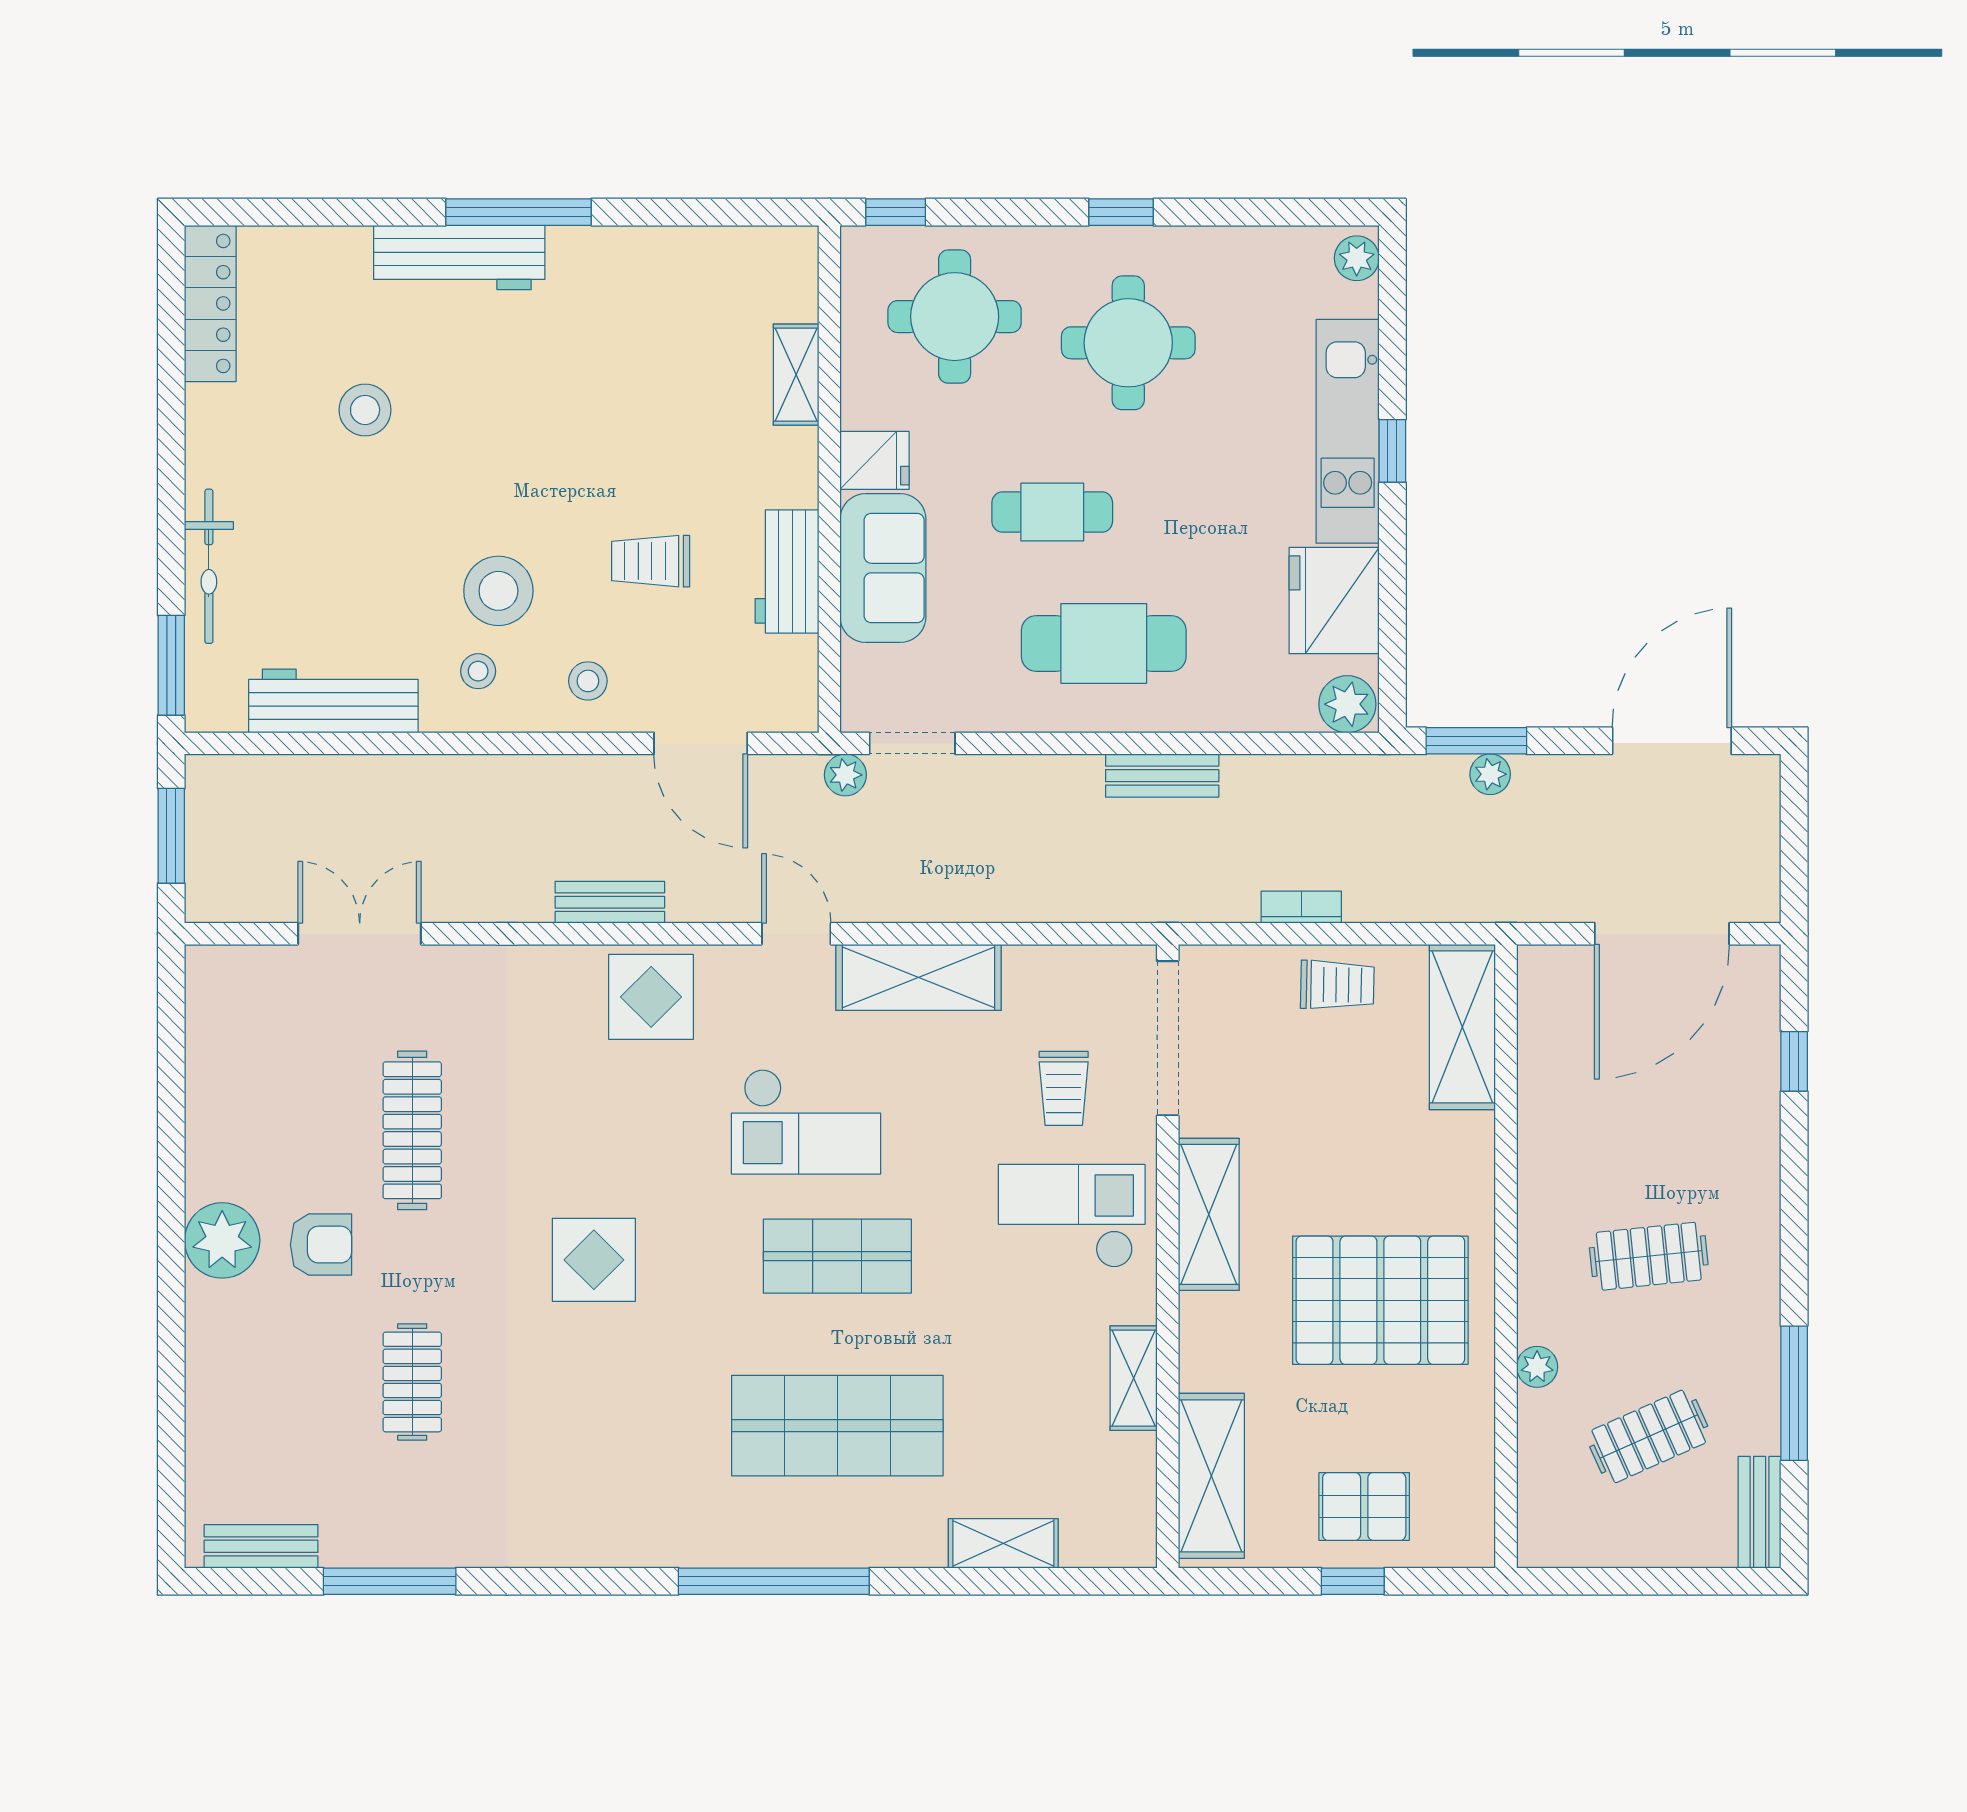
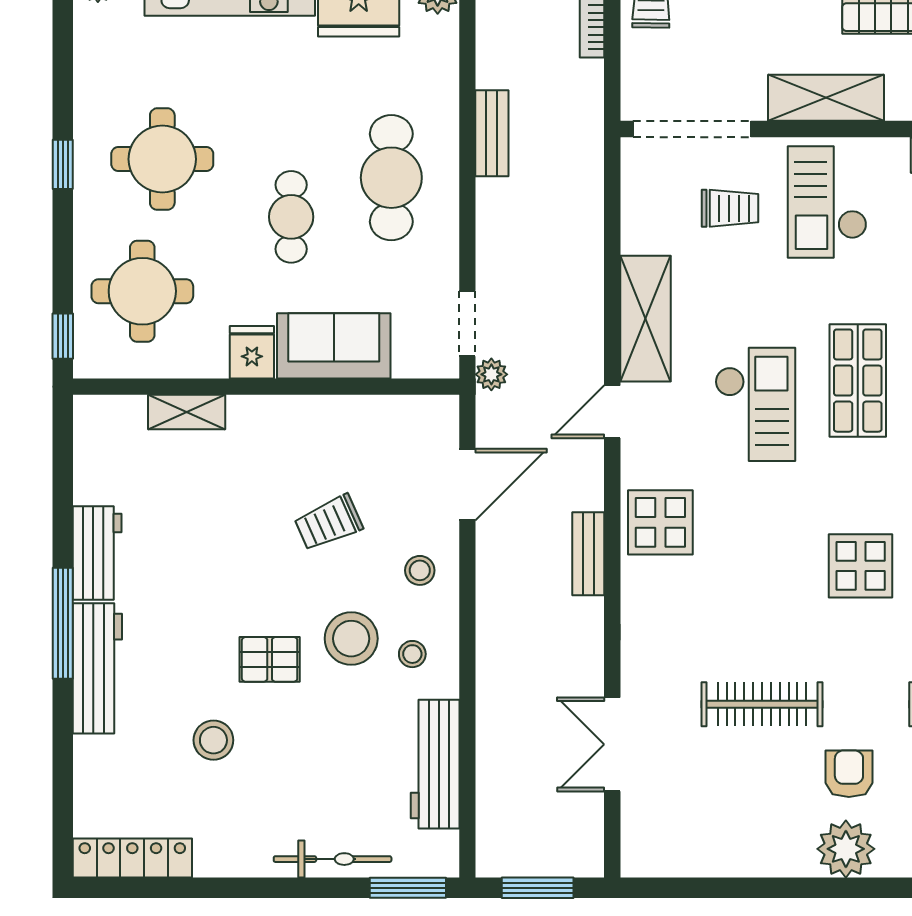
pallet: (471, 484) -> (270, 659), added
trolley: (651, 561) -> (329, 523), turned 66
workbench: (787, 571) -> (97, 553), moved, turned -90

